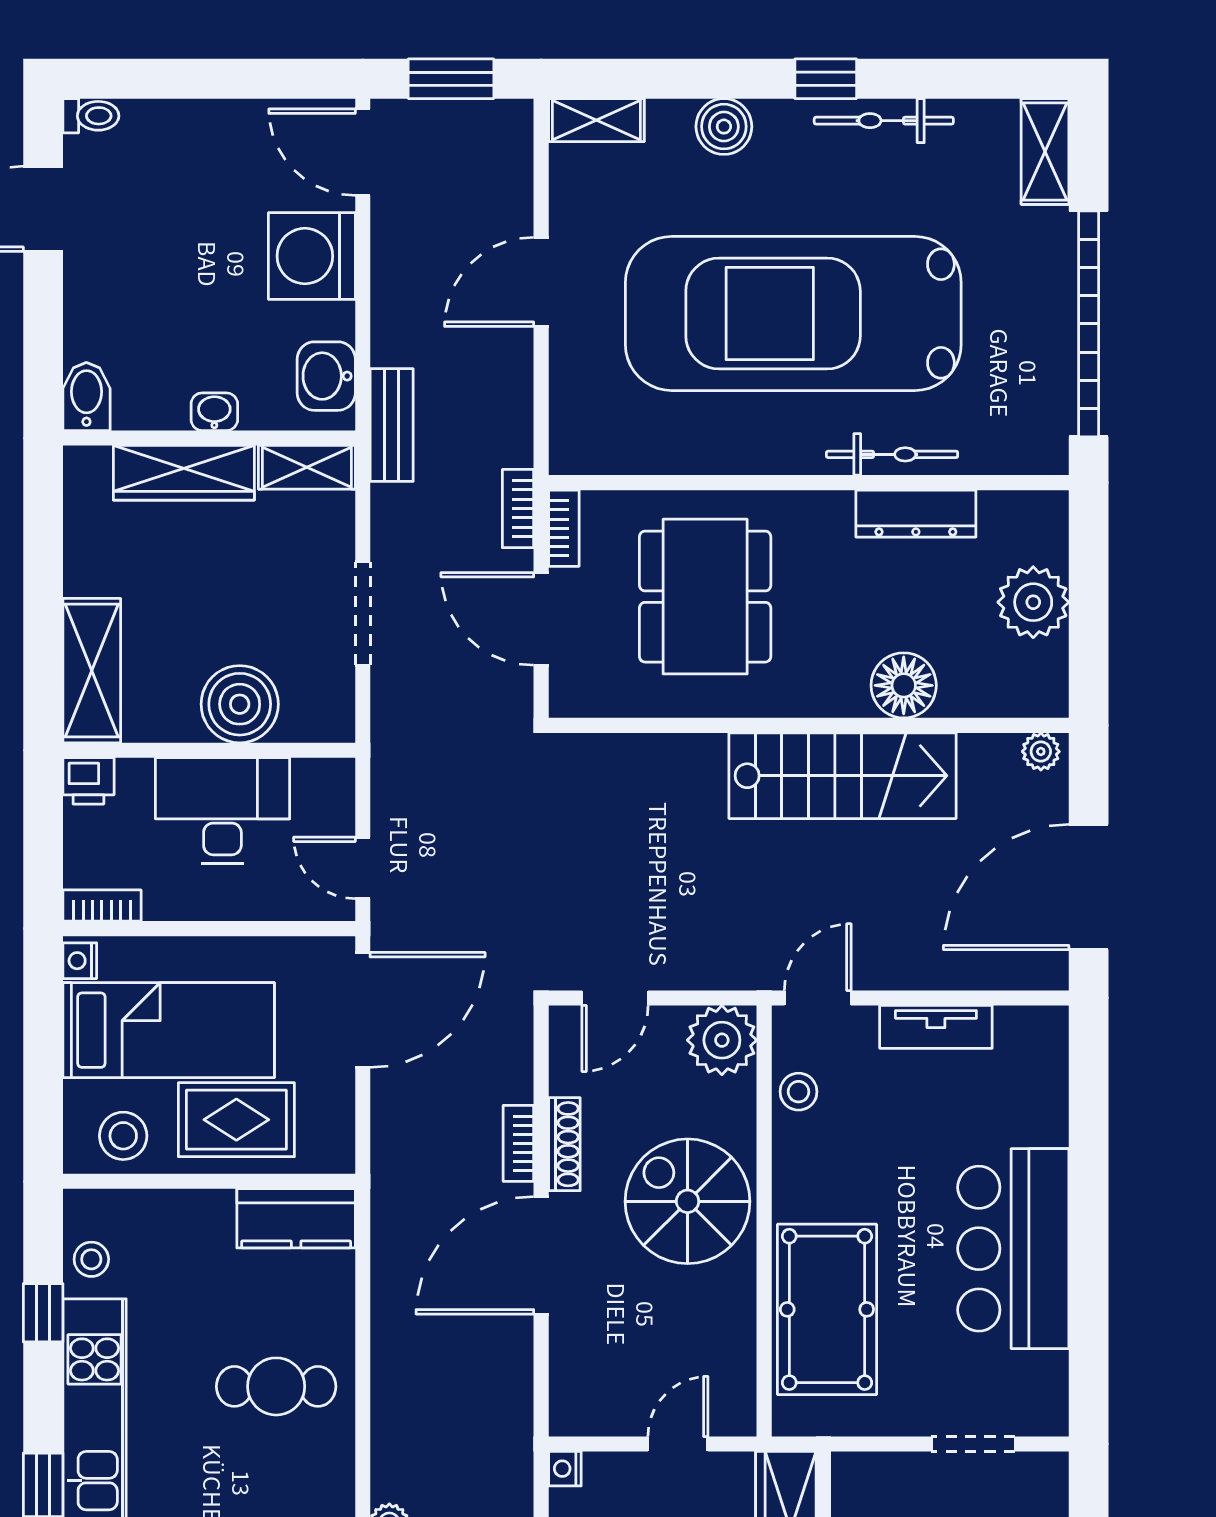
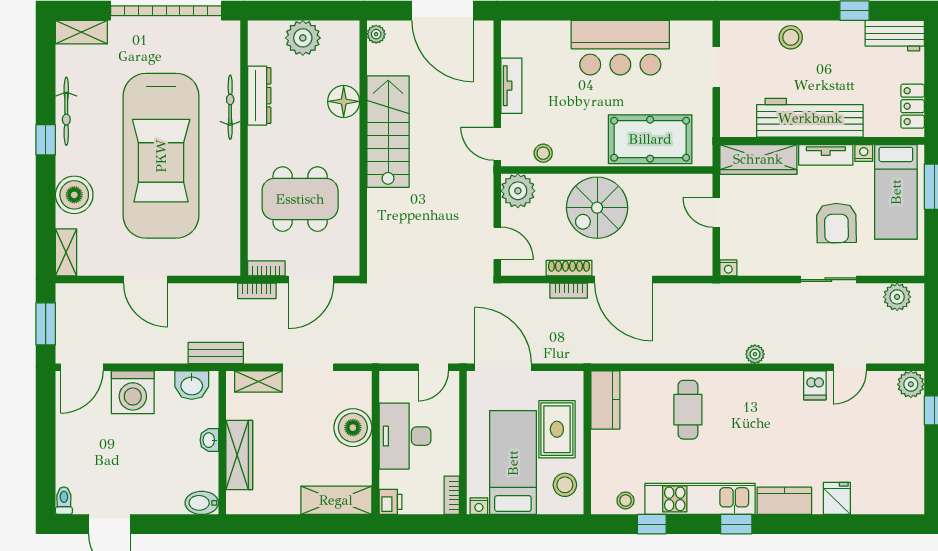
boiler: (724, 127) -> (74, 195), width x1.37, depth x1.37
shelving: (307, 467) -> (258, 382), moved, turned 90

